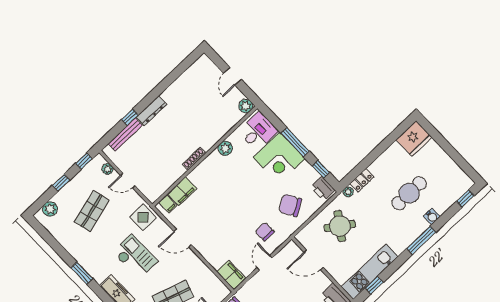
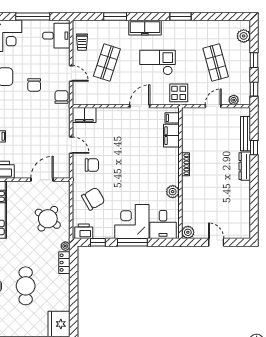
checkout: (135, 257) -> (157, 63), turned 180

